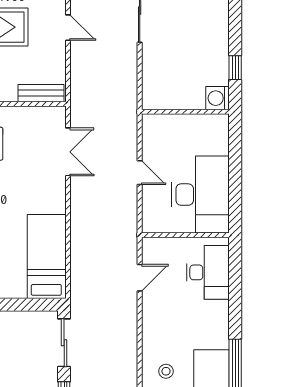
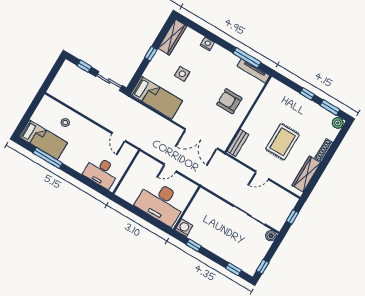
double door: (68, 152) -> (201, 139), width x1.37
desk: (200, 195) -> (161, 203), moved

